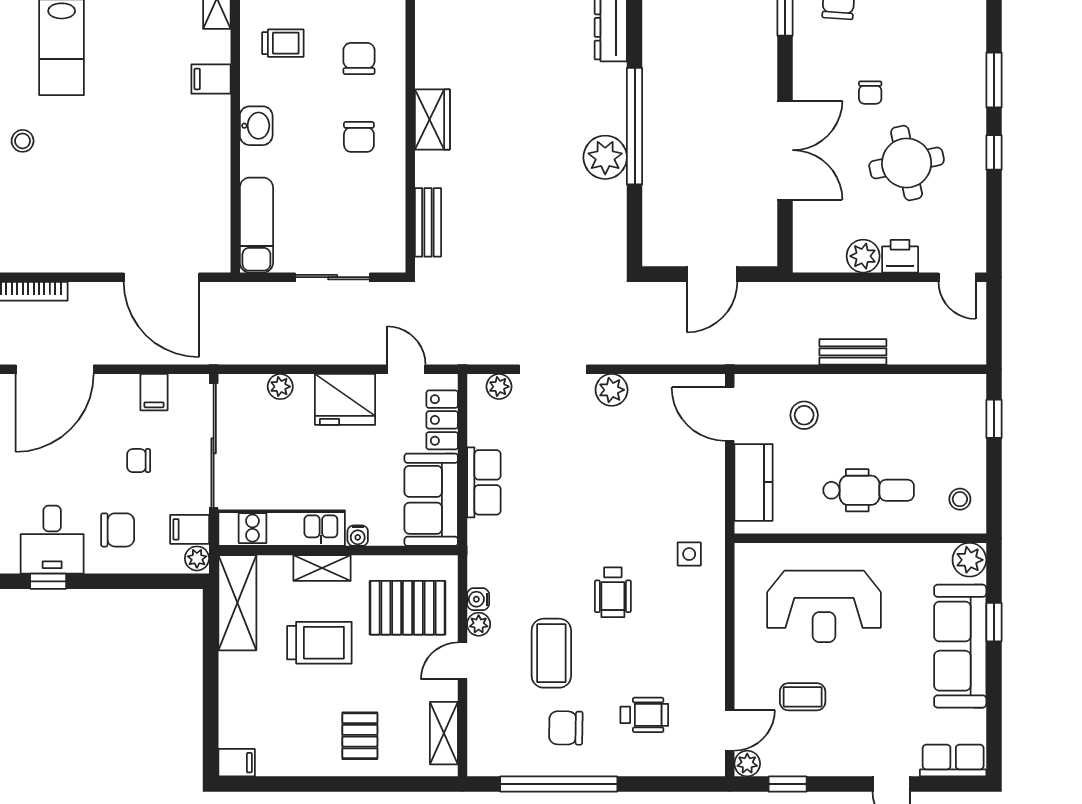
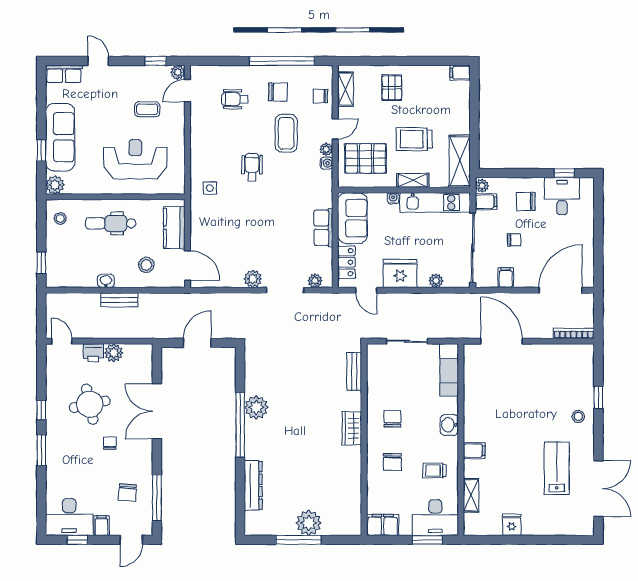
washbasin: (877, 386) -> (106, 281), added
chair: (489, 721) -> (321, 96), added

